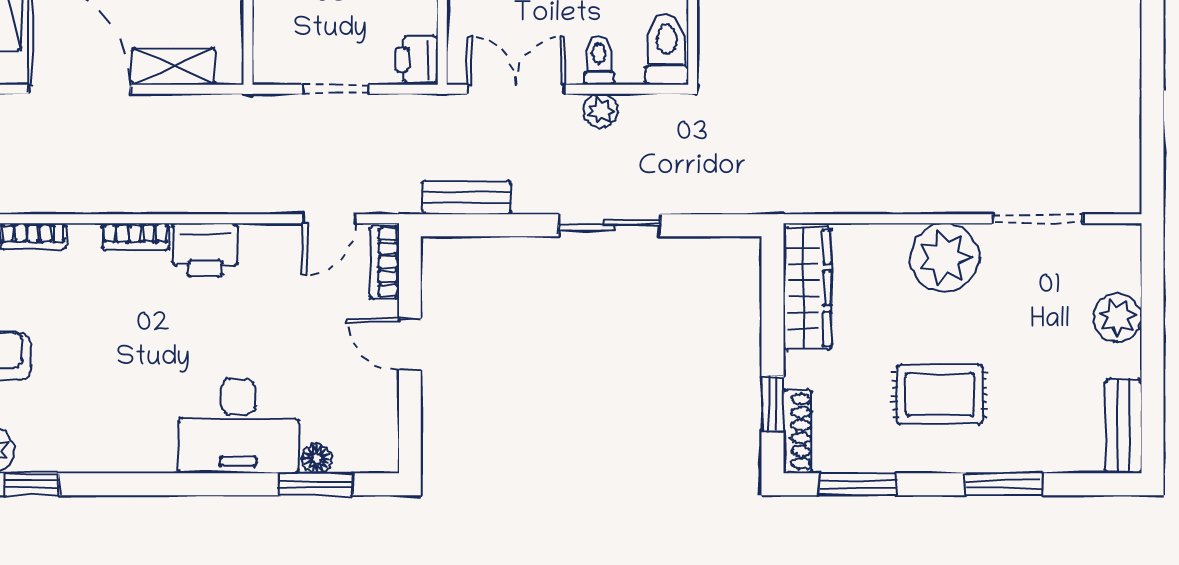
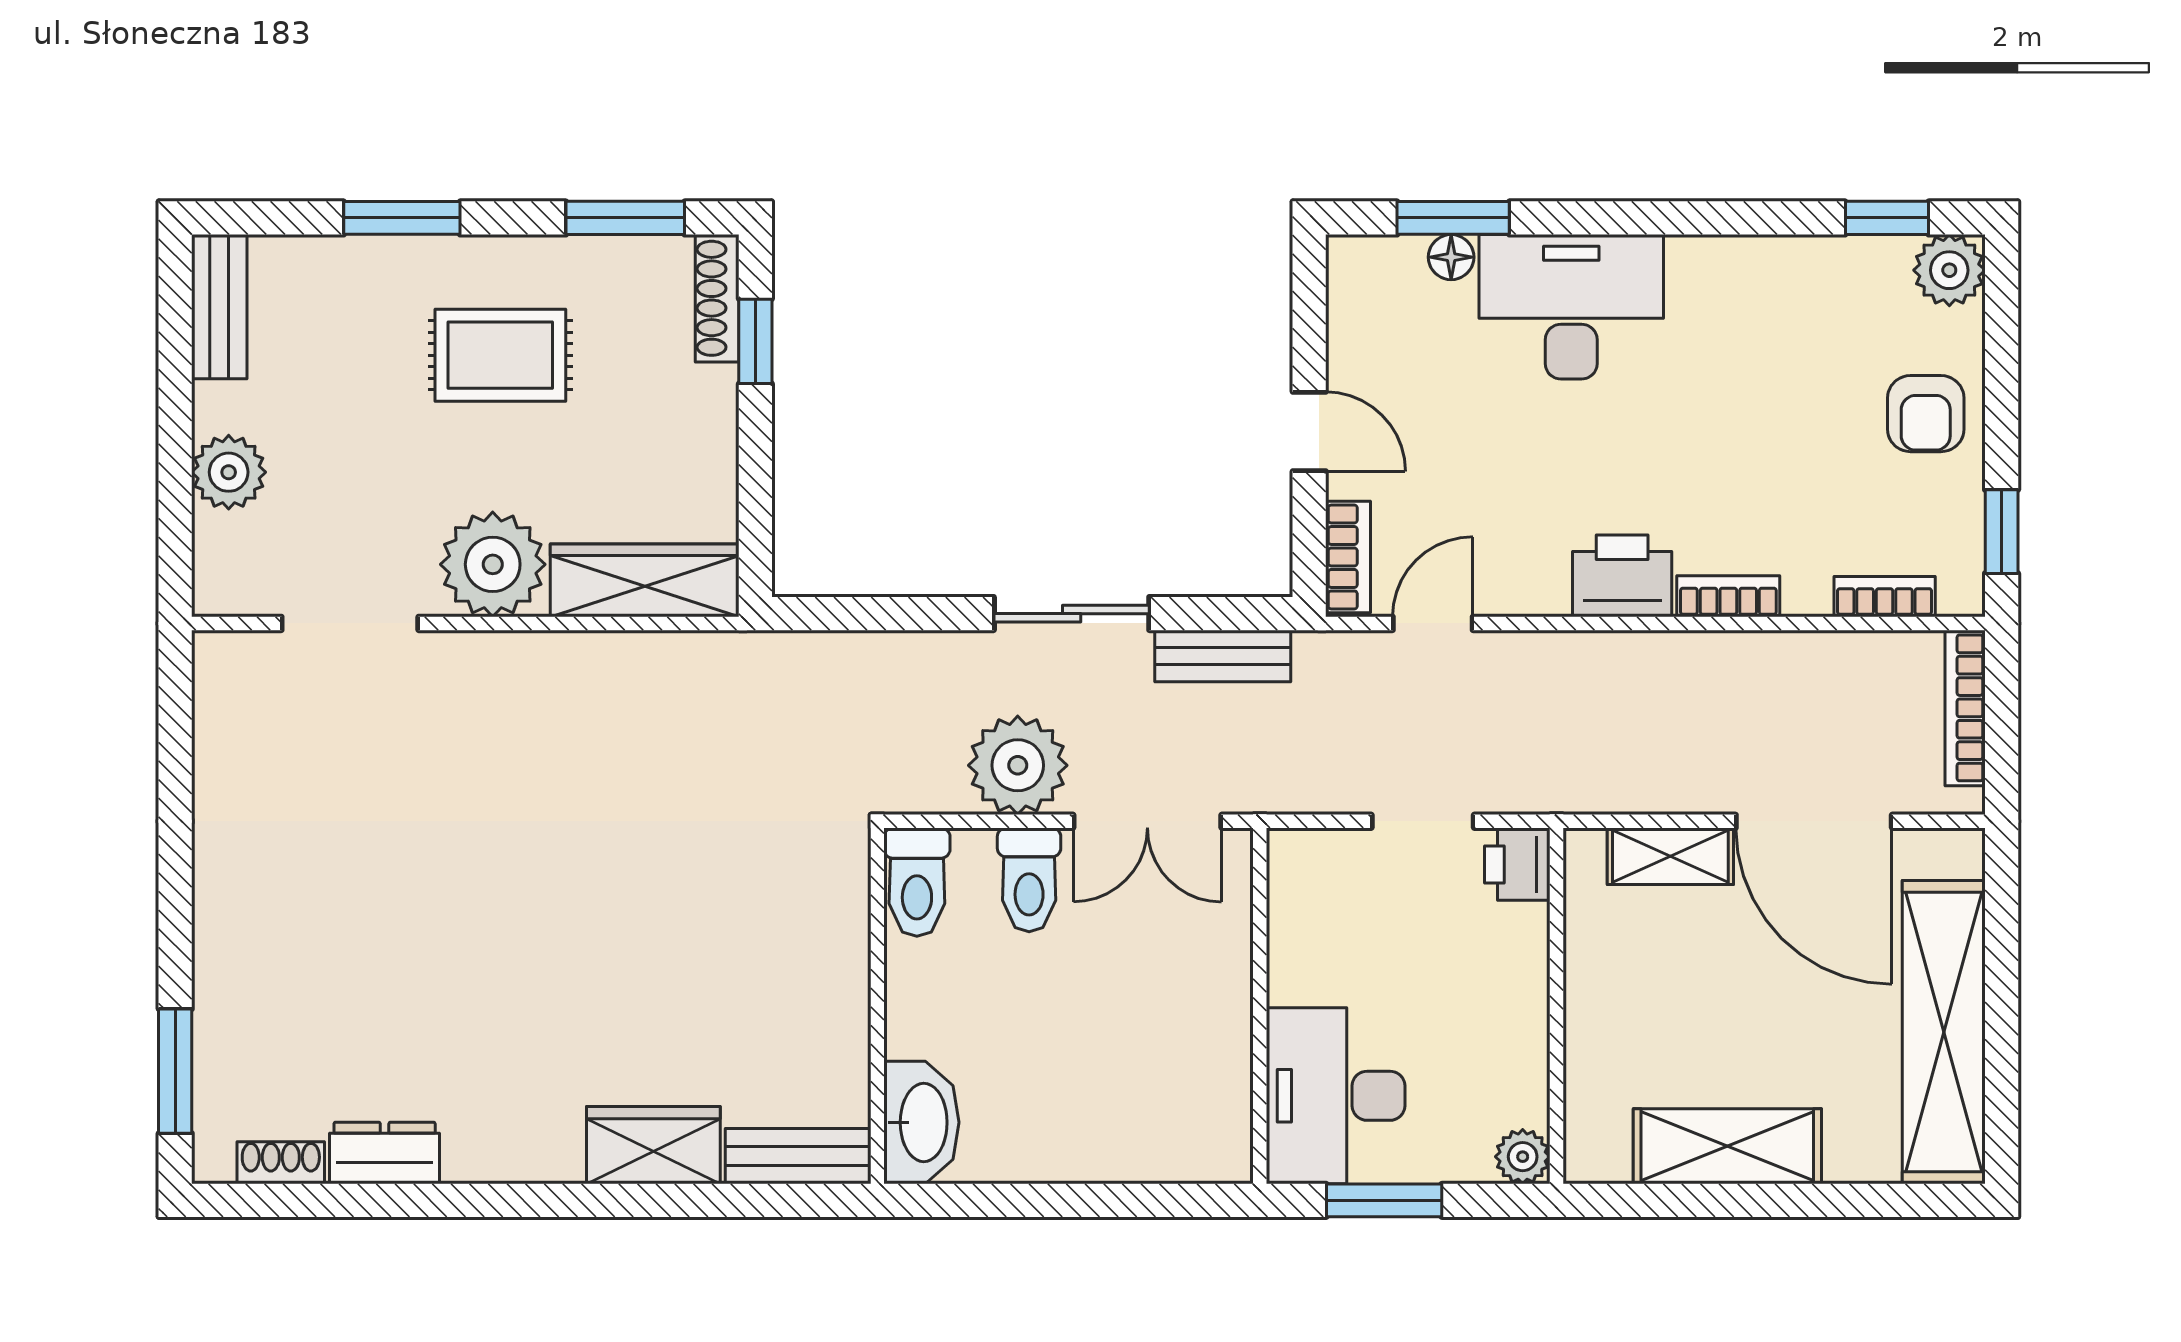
printer: (417, 59) -> (1517, 864), moved, turned 180
toilet: (599, 60) -> (1029, 880), width x1.37, depth x1.39
plant: (601, 111) -> (1018, 765), width x1.87, depth x1.87
sliding door: (609, 225) -> (1072, 614), moved
wardrobe: (807, 288) -> (645, 580), moved, turned 90

